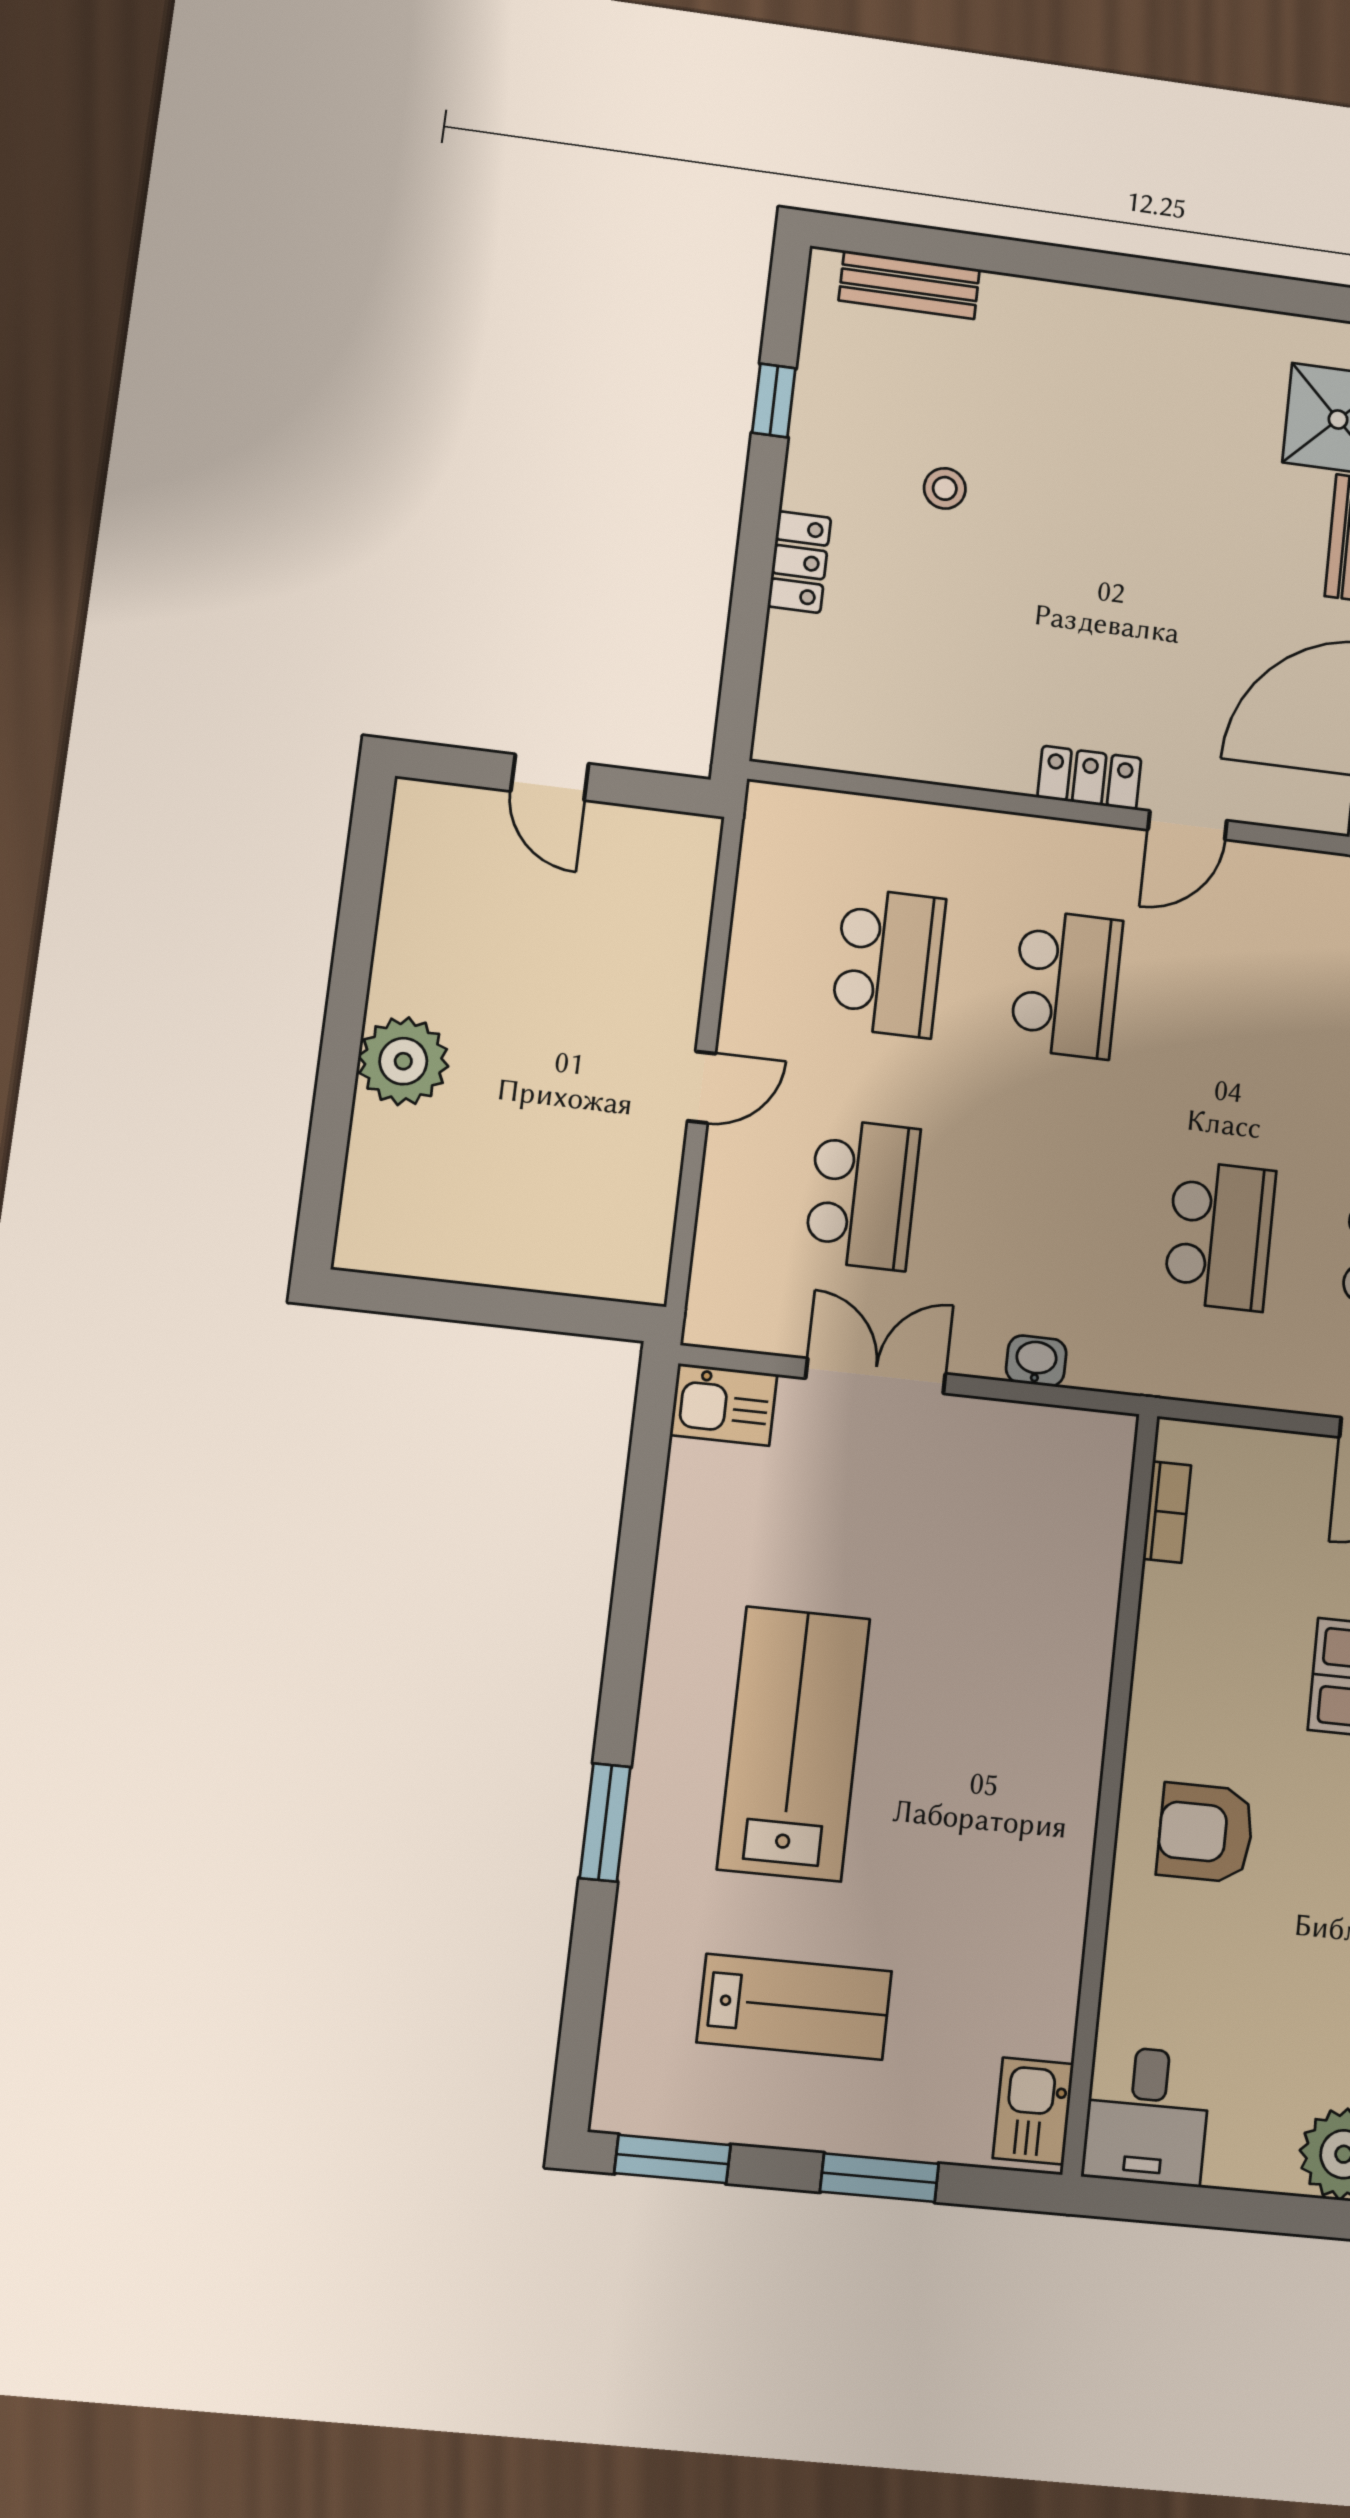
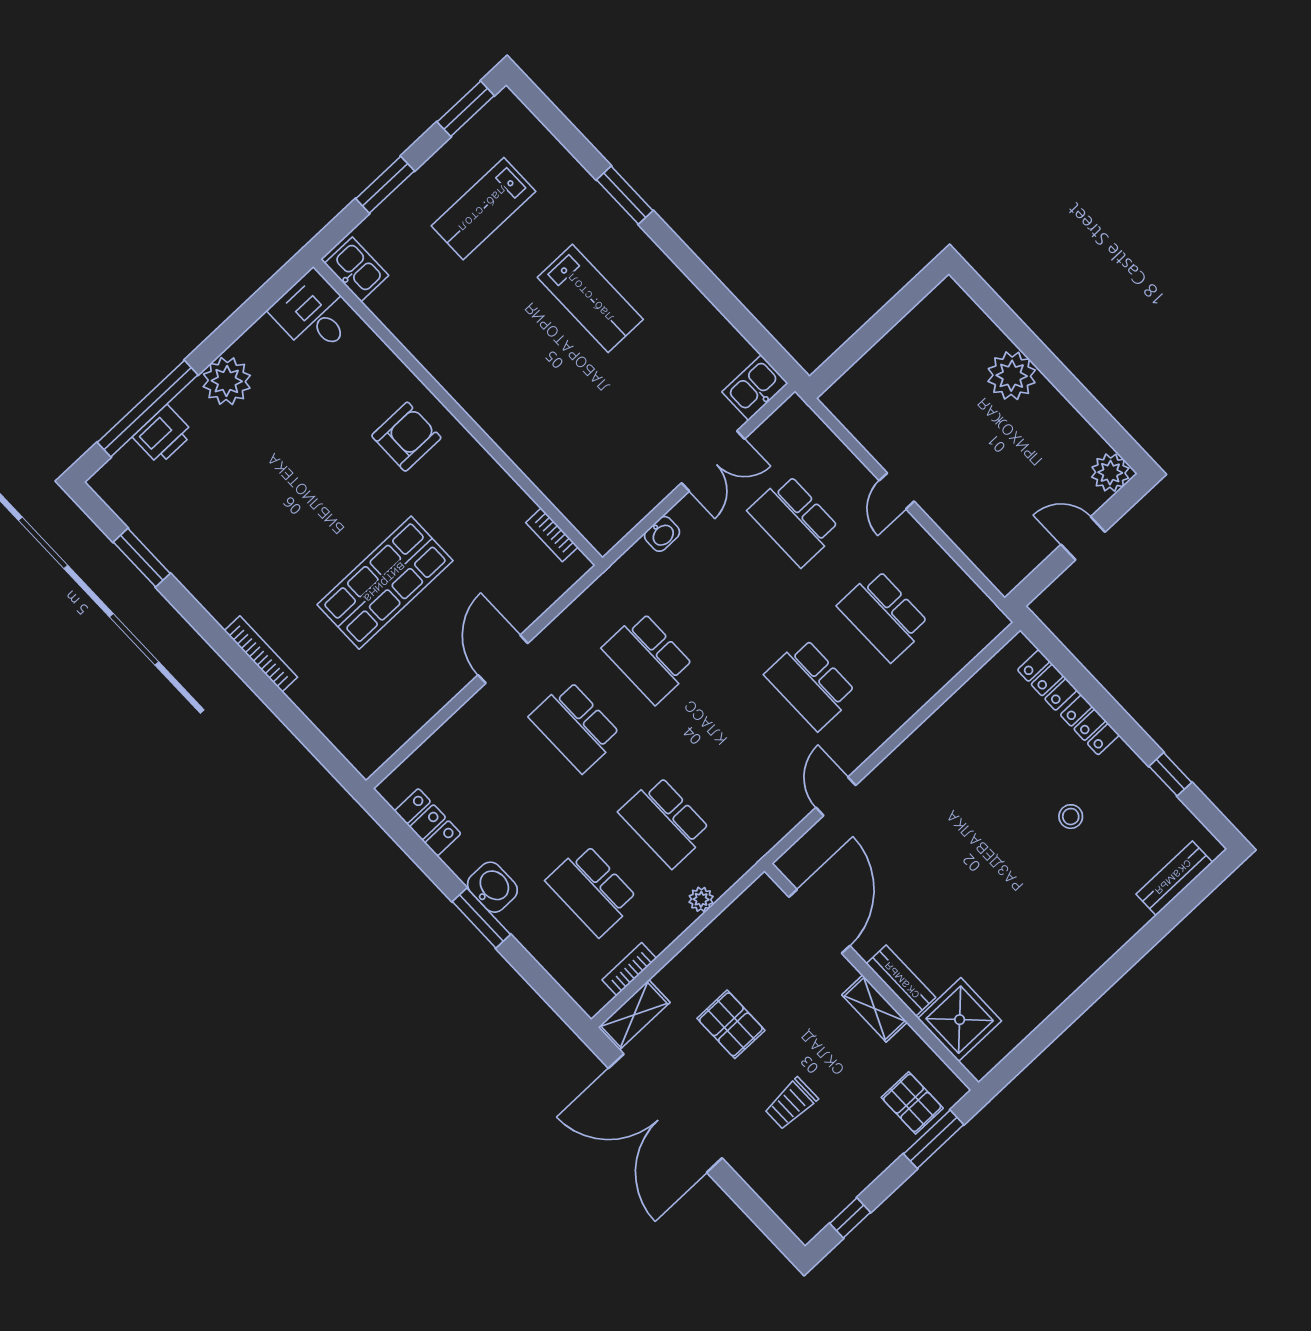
locker: (1089, 778) -> (1047, 680), moved, turned 90
plant: (426, 814) -> (1110, 473), added
lab bench: (794, 1744) -> (590, 298), width x0.73, depth x0.72

